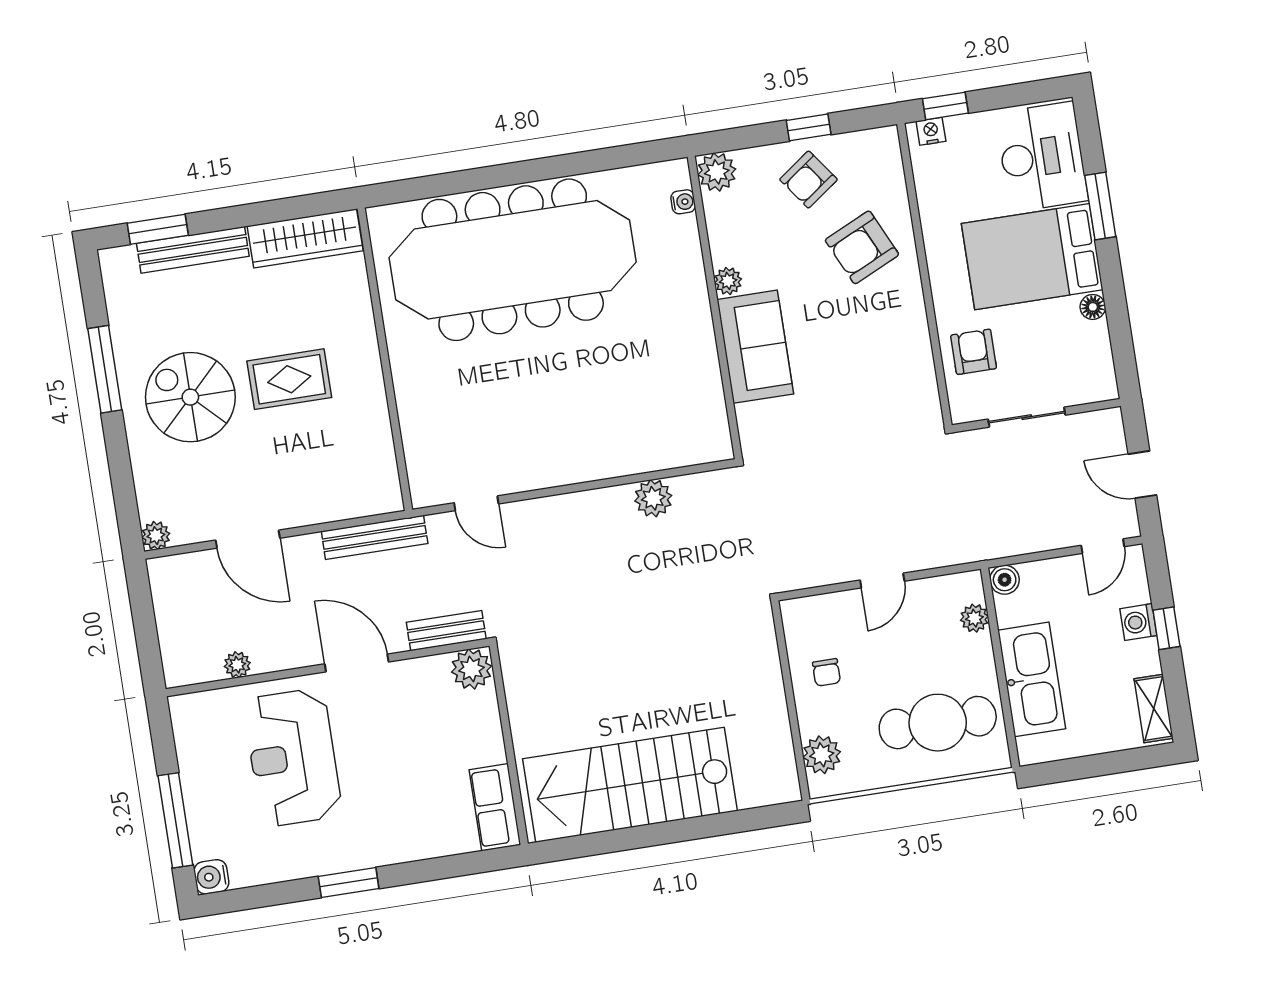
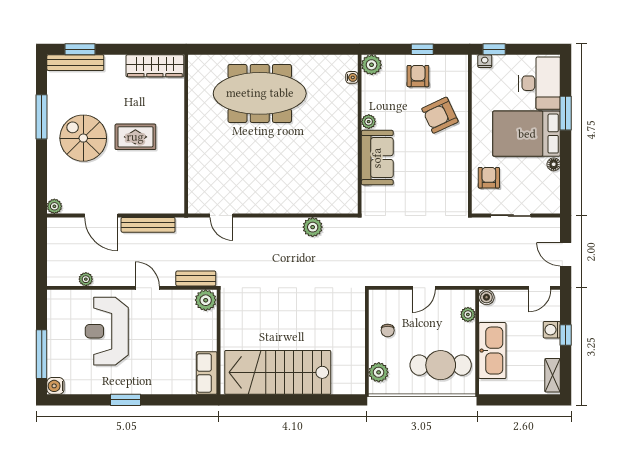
armchair: (808, 180) -> (418, 76), turned 126
bench: (193, 250) -> (75, 63), moved
meeting table: (513, 260) -> (260, 93), width x0.73, depth x0.79
bench: (375, 537) -> (148, 225), moved
door: (357, 663) -> (147, 288), width x0.73

